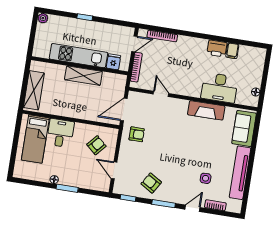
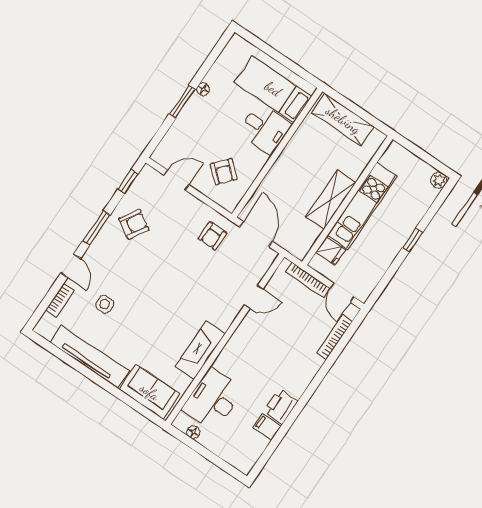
desk: (219, 88) -> (213, 400), moved

